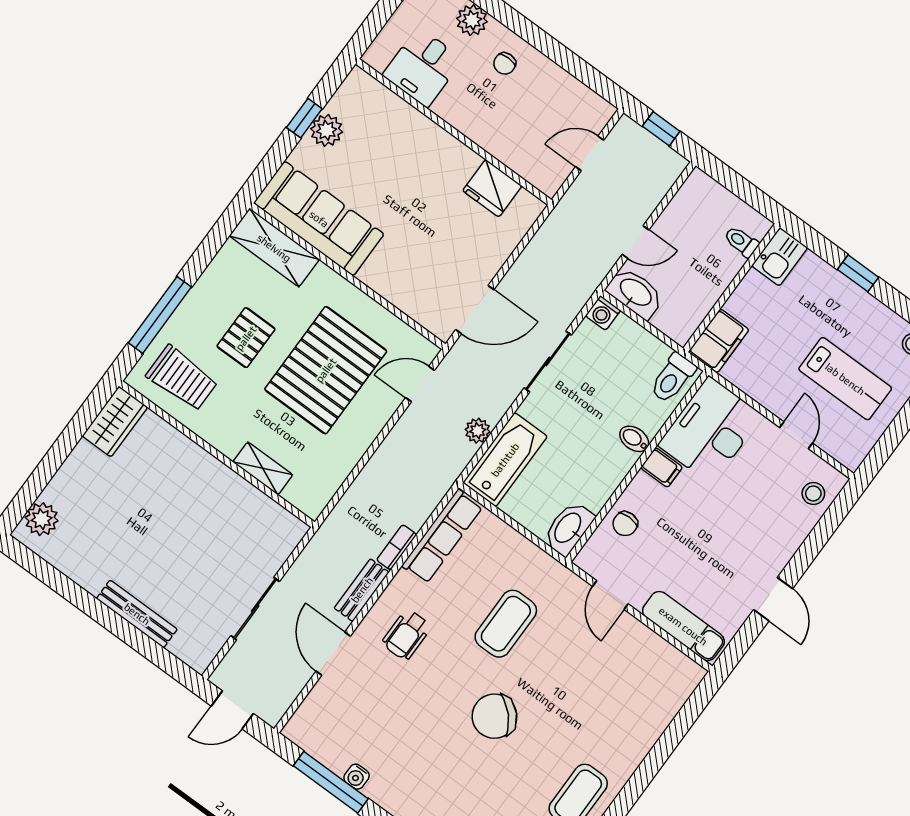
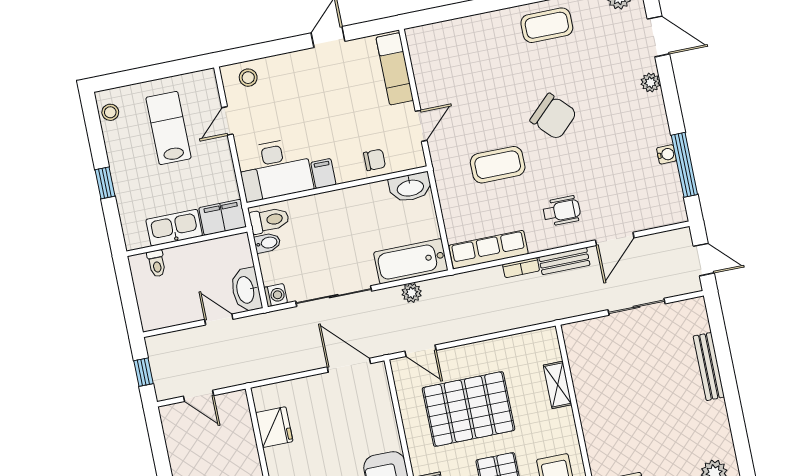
kitchen sink: (780, 257) -> (174, 228), moved, width x1.38
sliding door: (548, 361) -> (334, 296), width x1.37
bidet: (634, 439) -> (267, 243), moved, turned -90

